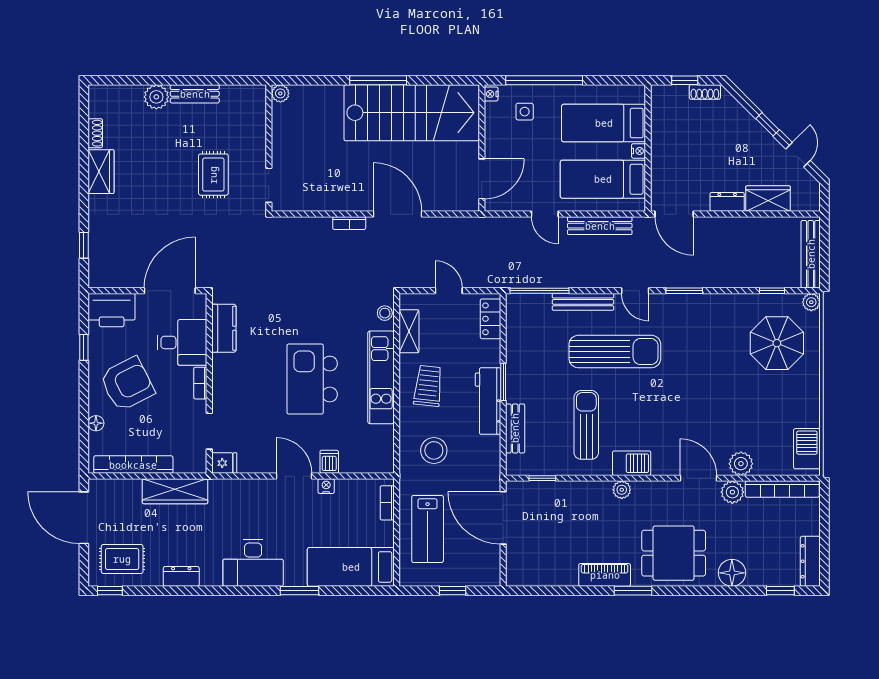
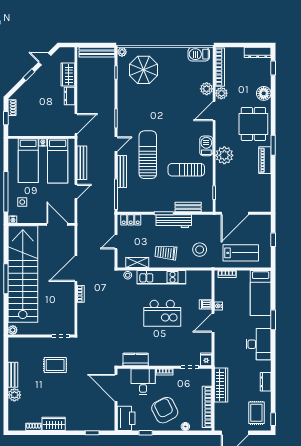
stairs: (412, 113) -> (23, 274), width x1.36
plant: (622, 490) -> (224, 155), width x1.88, depth x1.88

